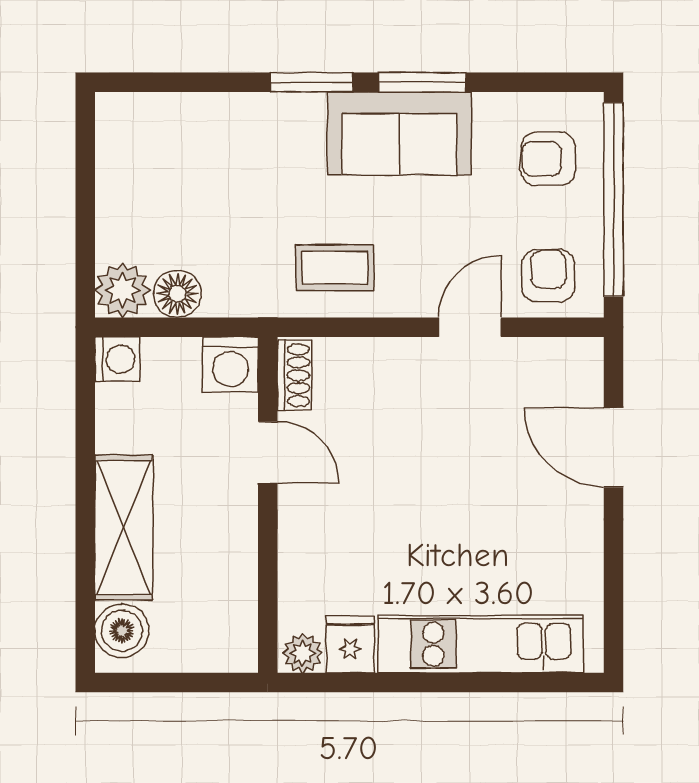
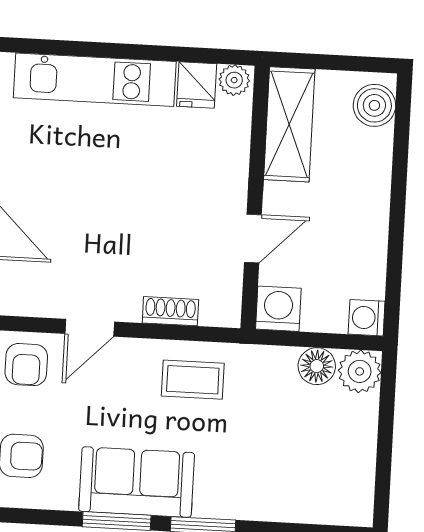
shoe rack: (294, 375) -> (170, 311), moved, turned 90
door: (268, 452) -> (253, 238), swing flipped
shelving: (124, 527) -> (289, 124), moved

